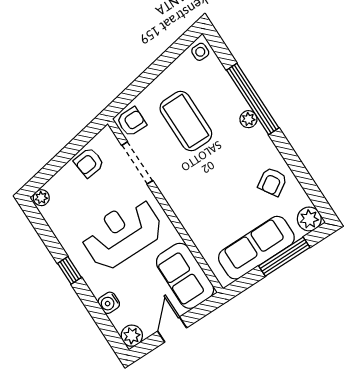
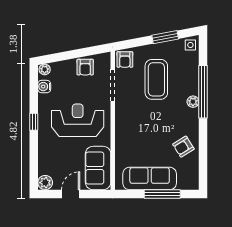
window: (163, 62) -> (165, 37), added
armchair: (131, 122) -> (125, 59), turned 90
armchair: (89, 163) -> (85, 67), turned -84
plant: (309, 219) -> (191, 182), removed
water cooler: (109, 303) -> (44, 87), moved

